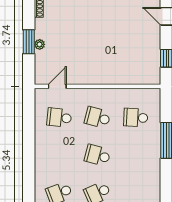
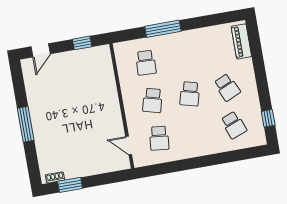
window: (29, 42) -> (70, 185), moved
plant: (40, 44) -> (90, 170), removed

